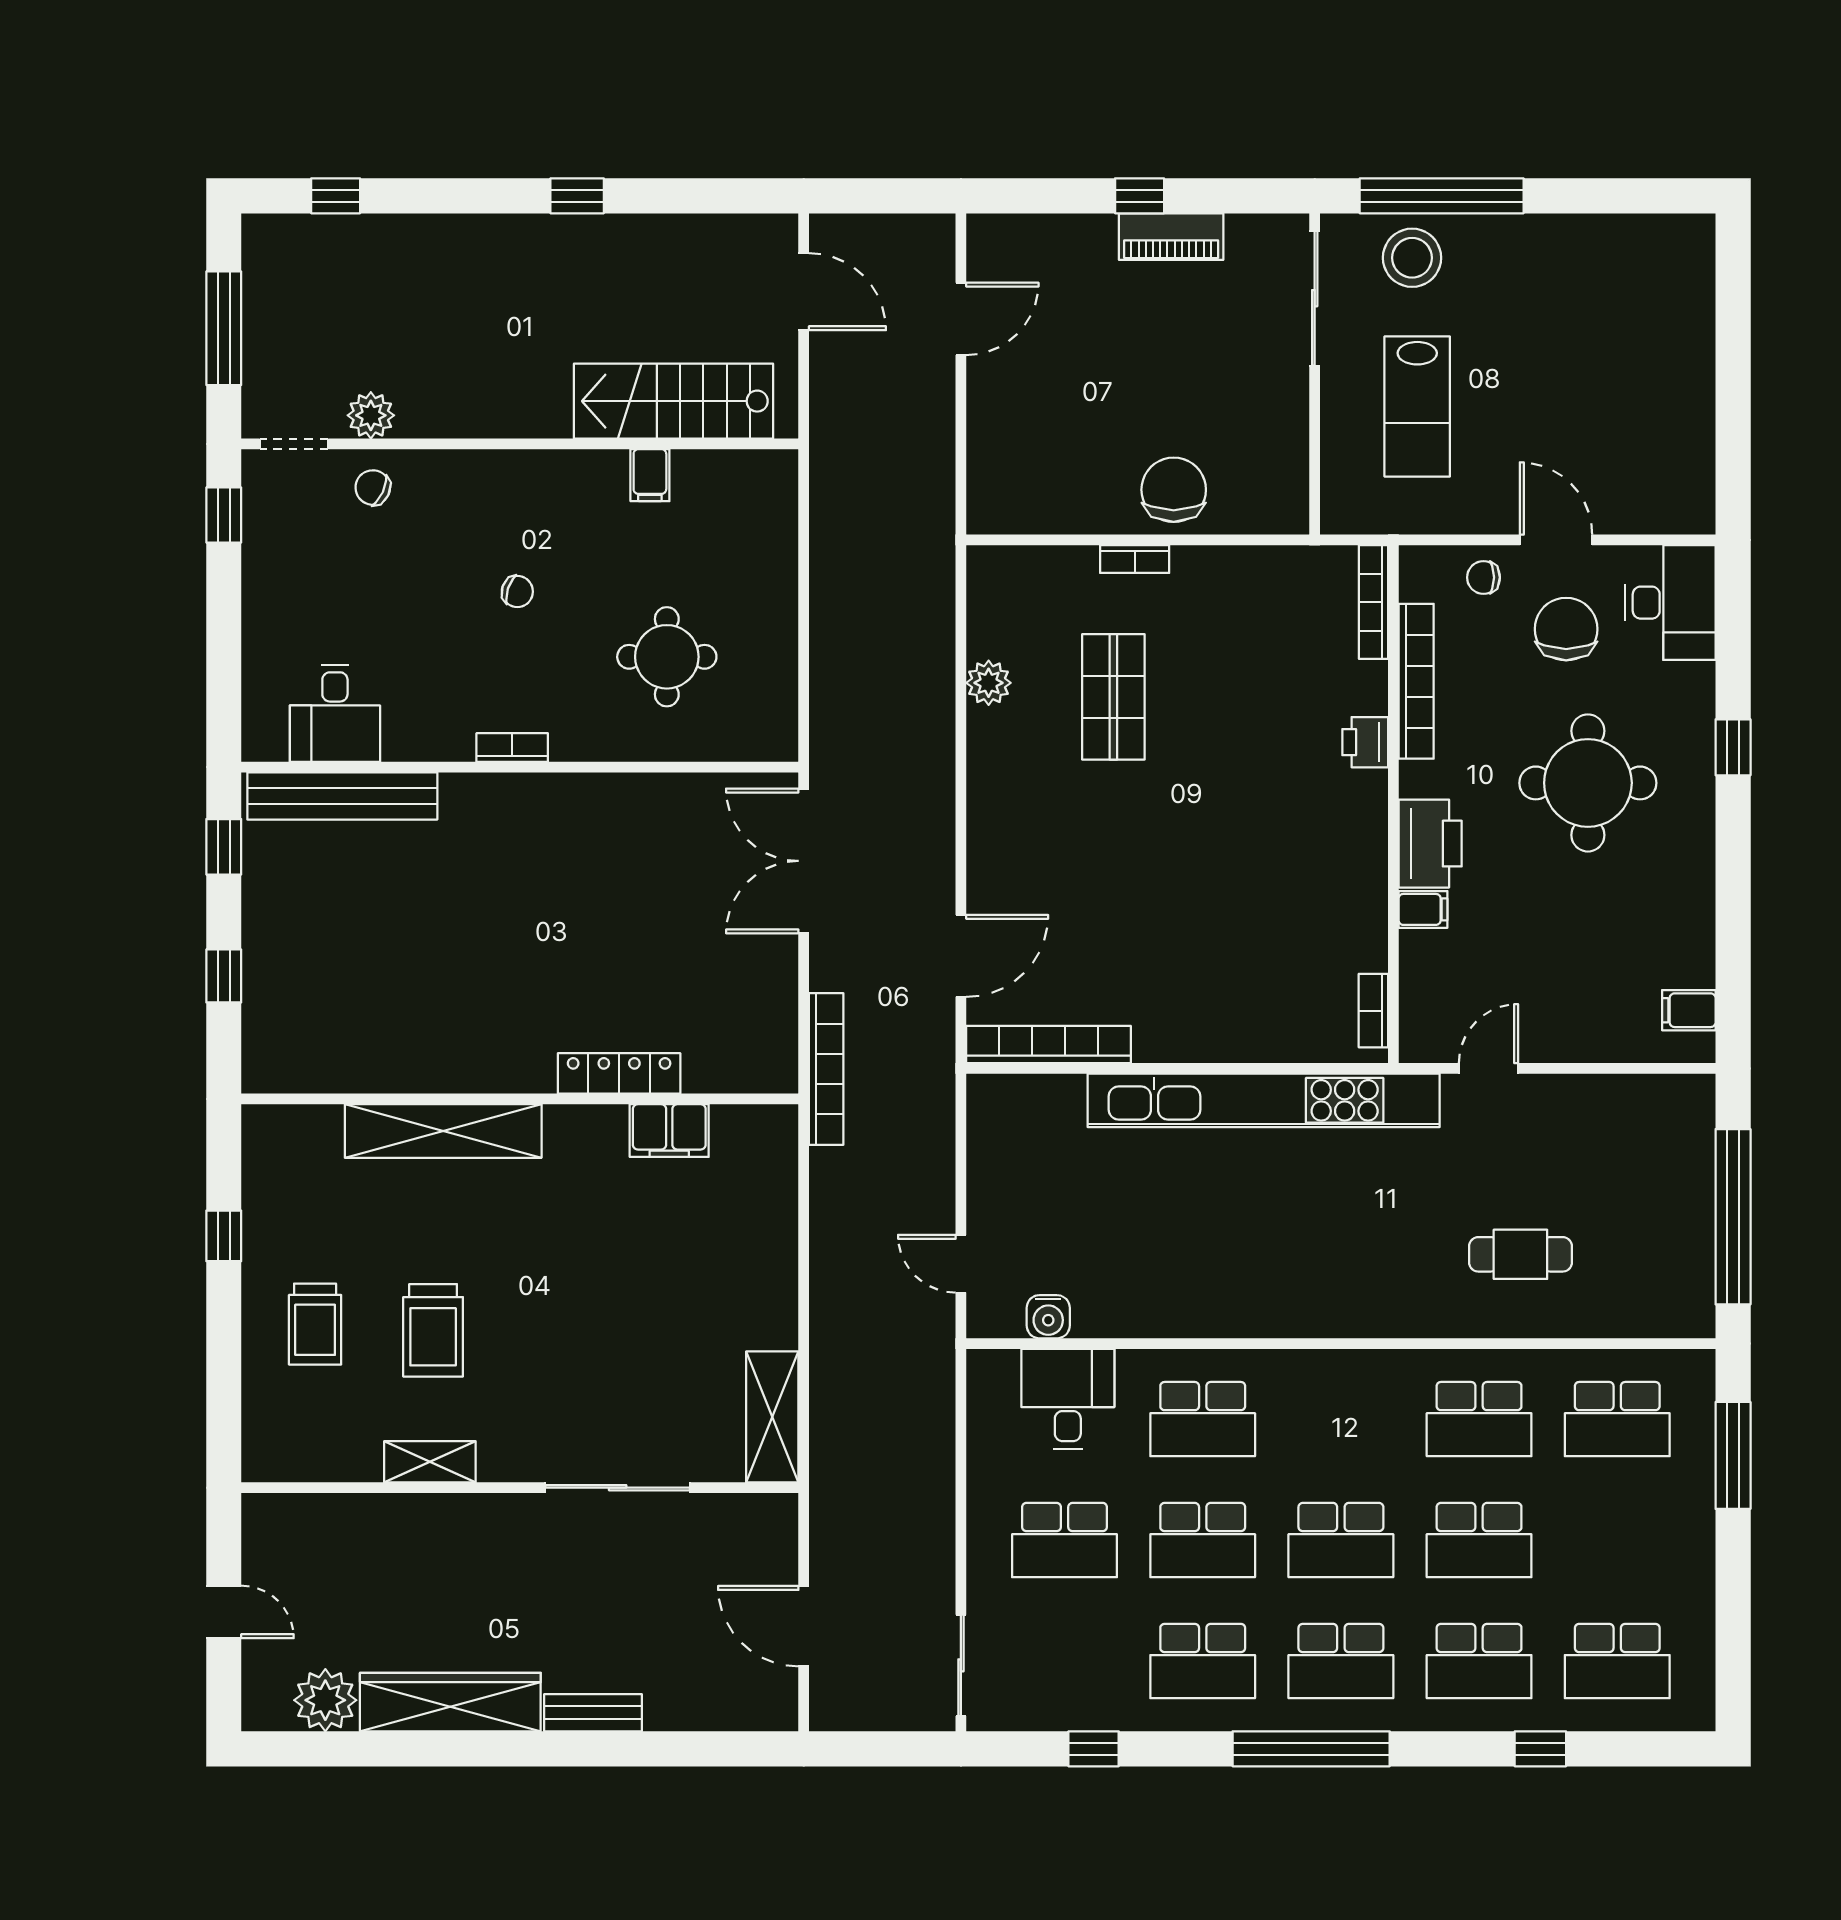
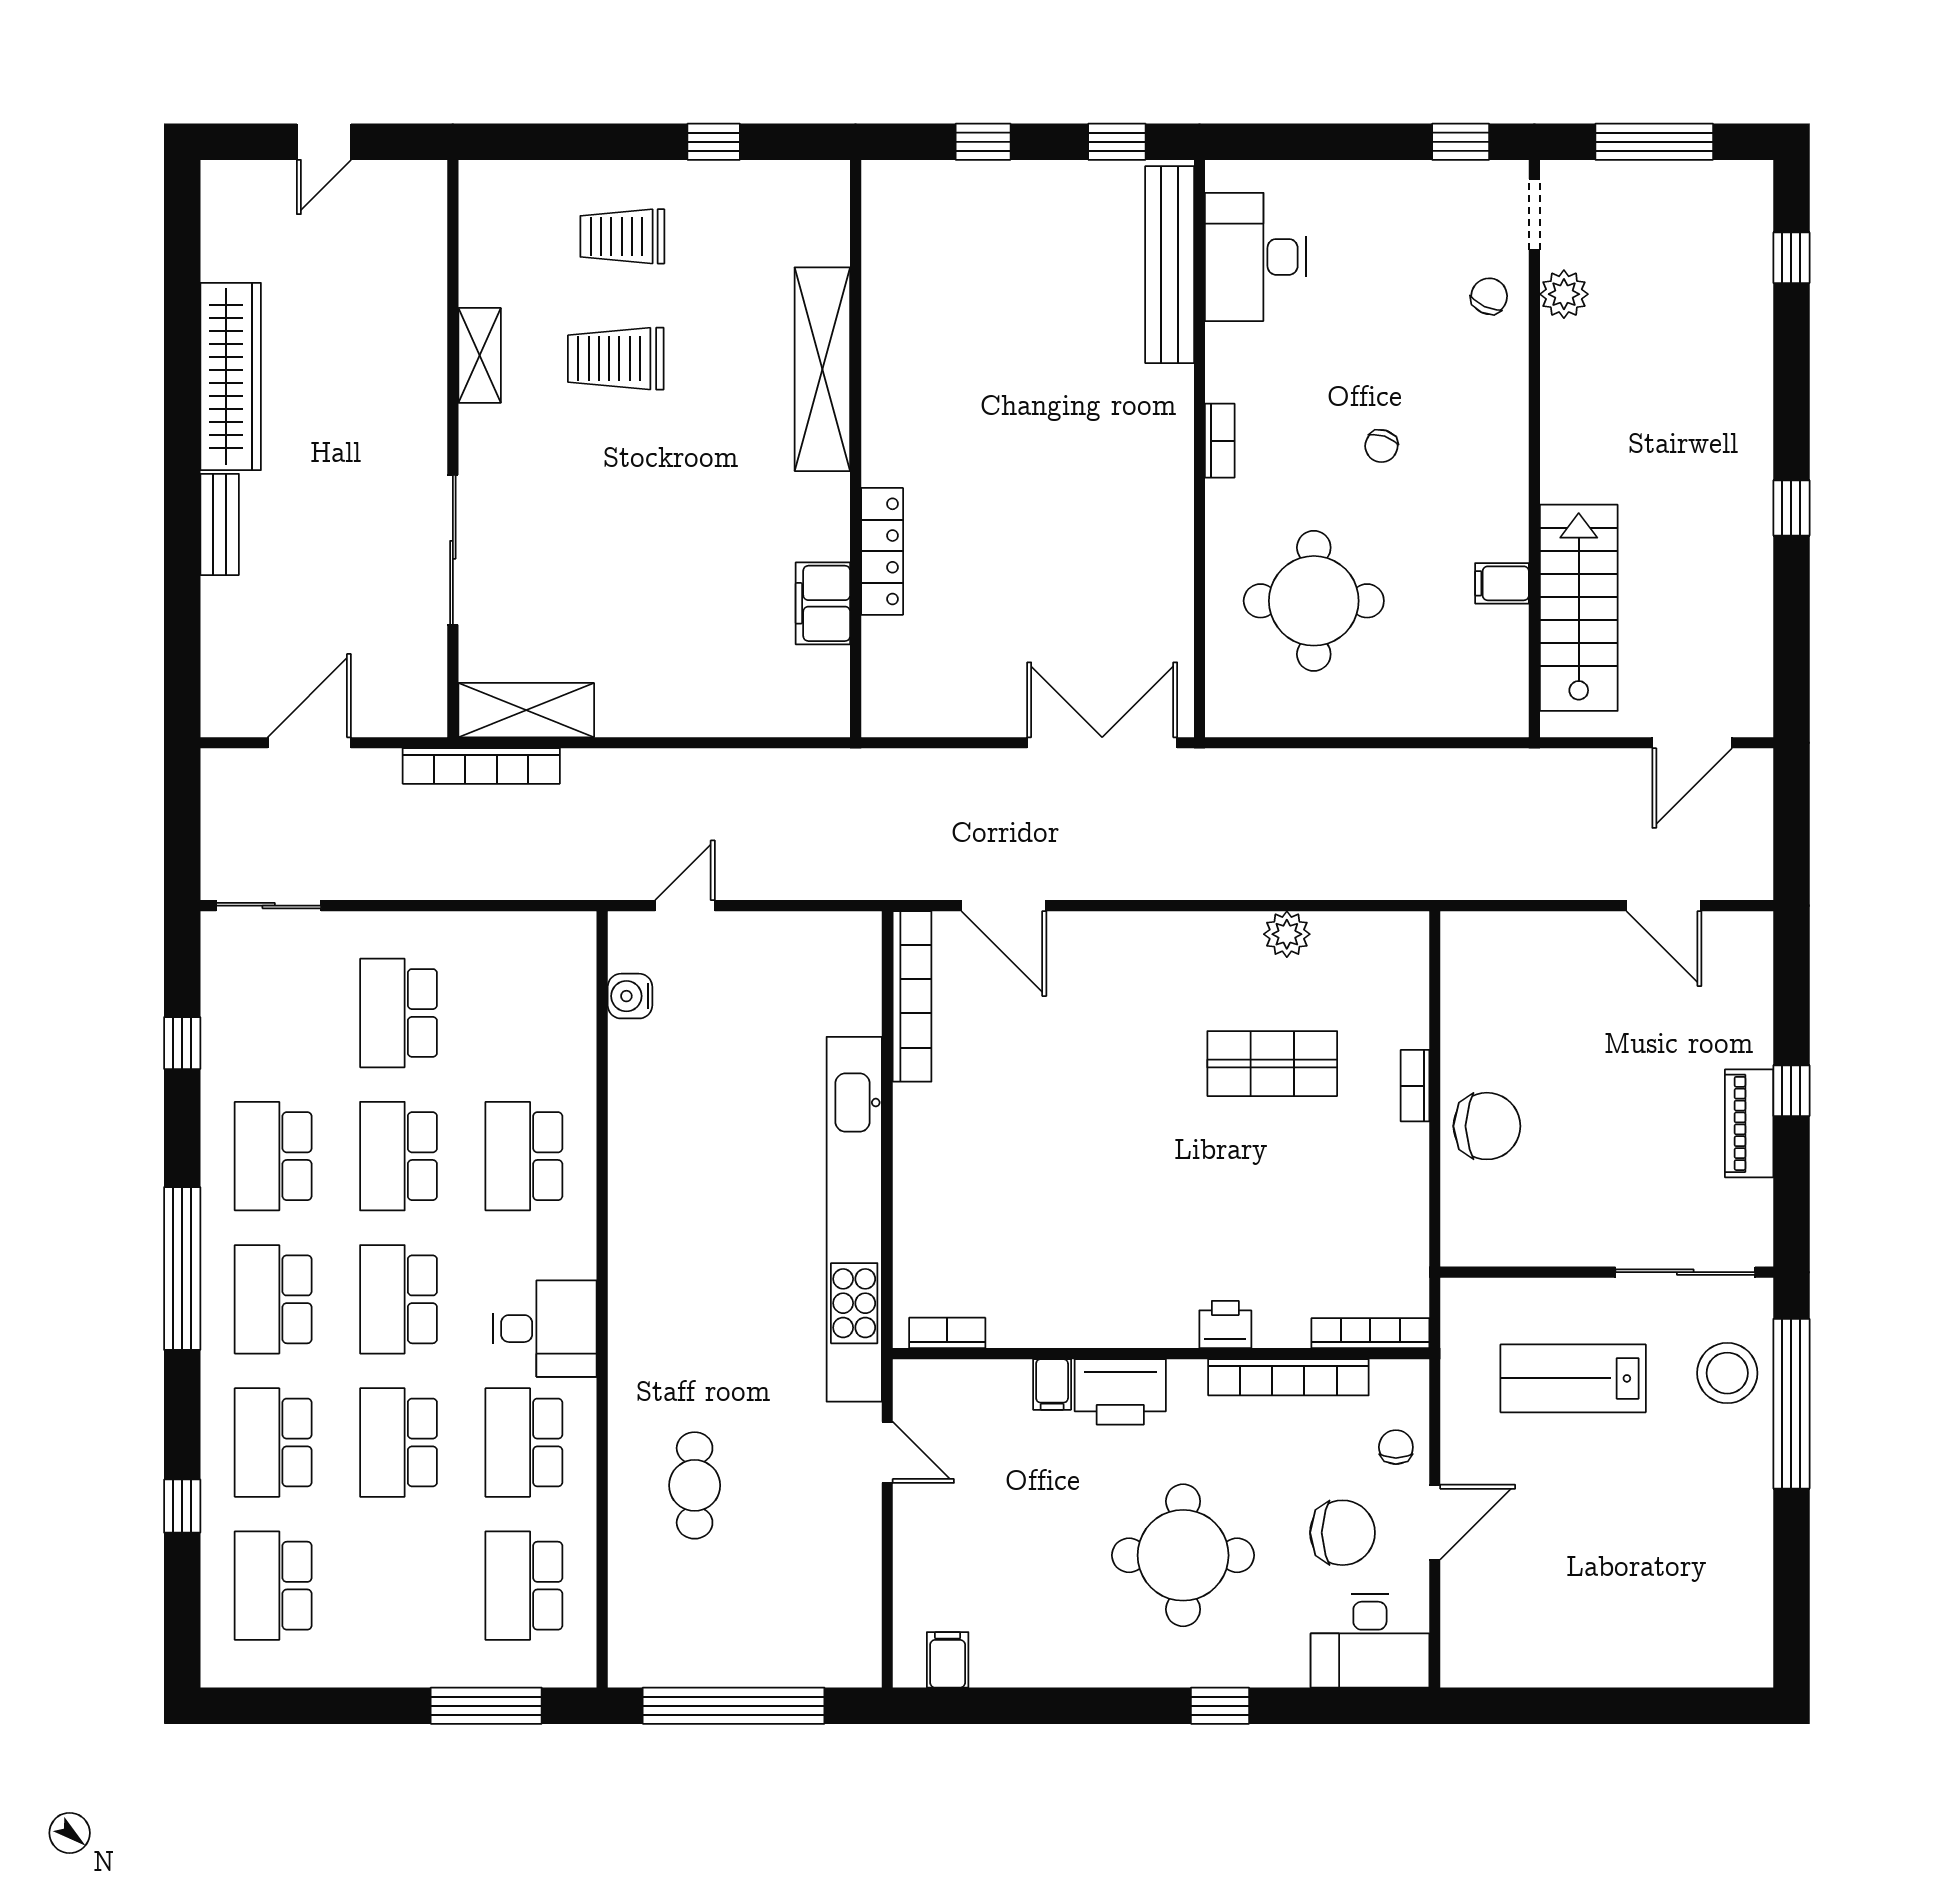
round table: (667, 657) -> (1314, 601), width x1.36, depth x1.36
desk: (335, 713) -> (1255, 257), width x1.37
bookcase: (826, 1069) -> (481, 766), moved
desk: (1068, 1399) -> (545, 1329), moved
plant: (325, 1700) -> (233, 247), removed

